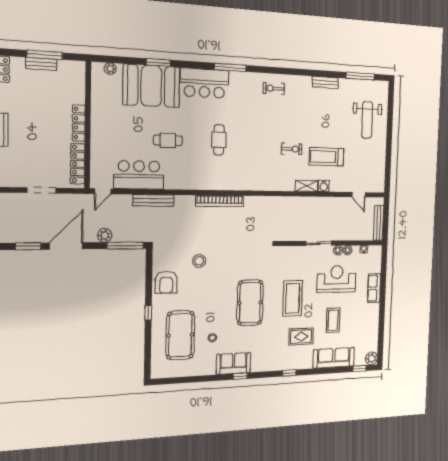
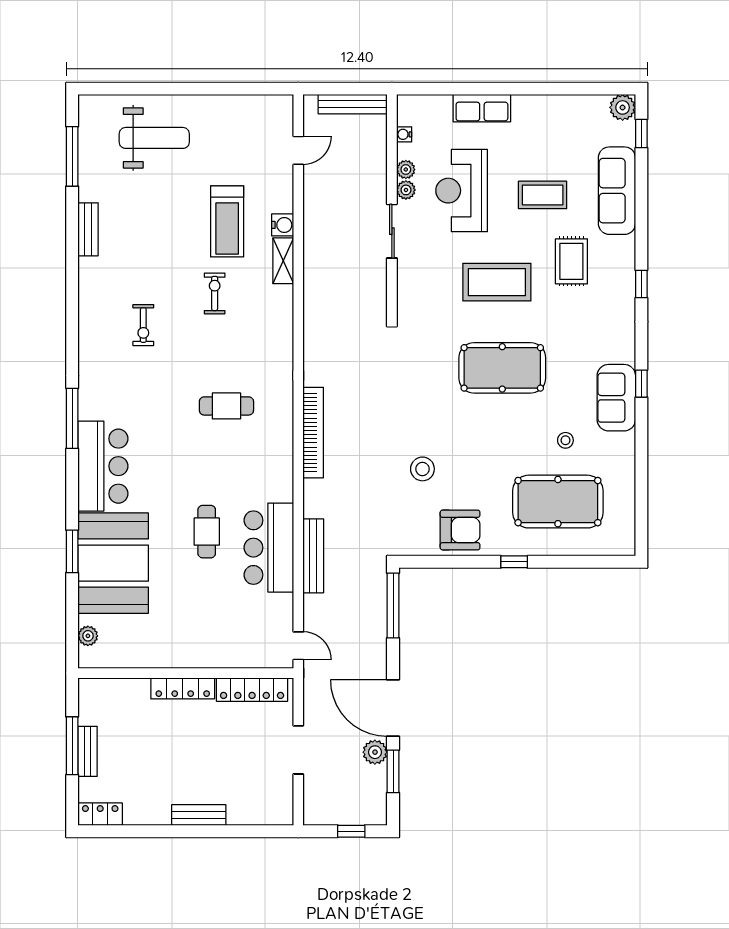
exercise bike: (274, 88) -> (143, 325), moved
cafe table: (219, 140) -> (226, 406), moved
bar counter: (139, 175) -> (269, 548), moved
plant: (105, 235) -> (375, 752), moved

